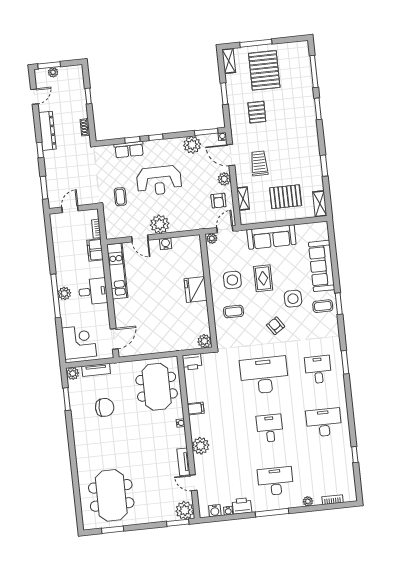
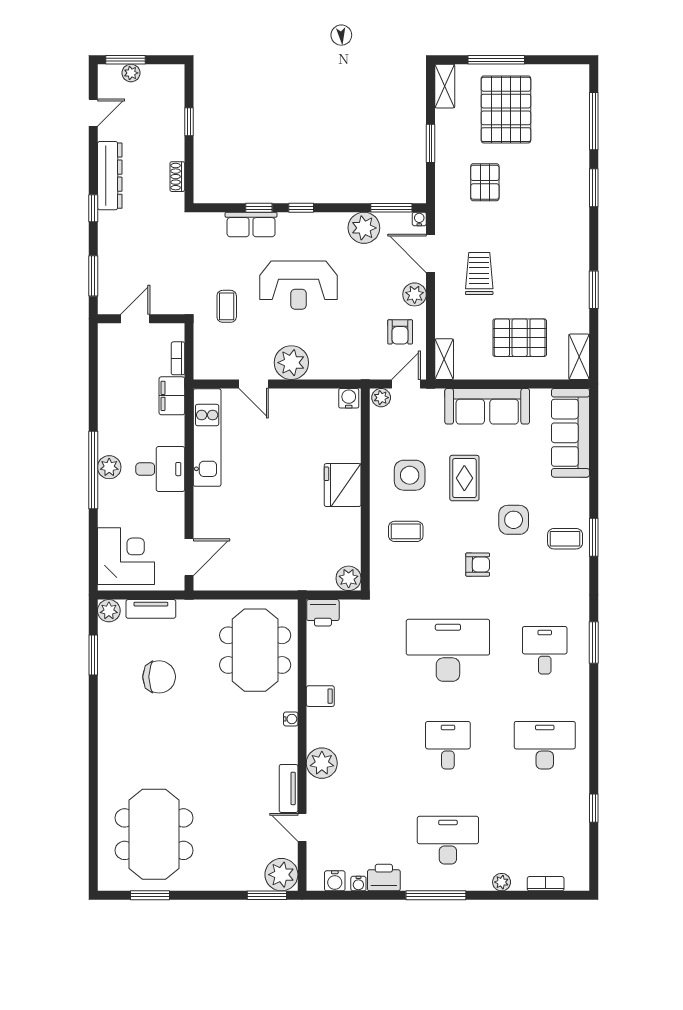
shelving: (243, 199) -> (444, 359), moved
water cooler: (166, 244) -> (349, 398), moved
sofa: (322, 266) -> (570, 433), moved
armchair: (276, 326) -> (478, 565), turned 124

